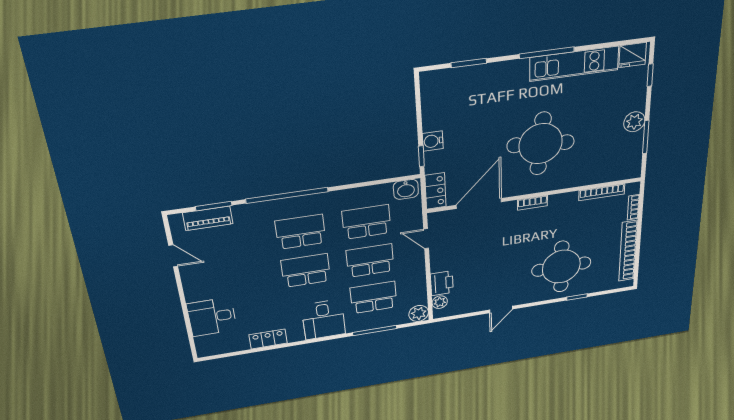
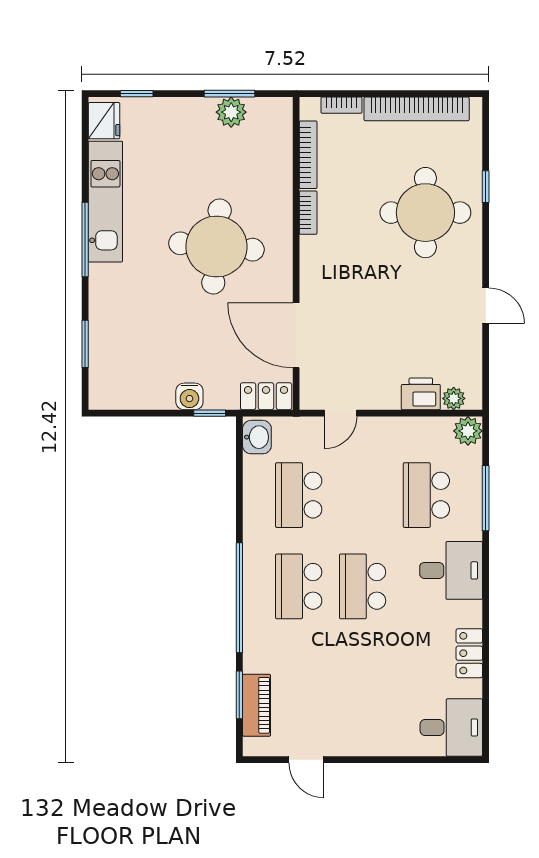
plant: (634, 122) -> (231, 112), moved
bookcase: (532, 203) -> (308, 213), moved
door: (173, 256) -> (306, 760), swing flipped
school desk: (370, 261) -> (363, 495), removed
desk: (212, 317) -> (451, 727), moved, turned -90

